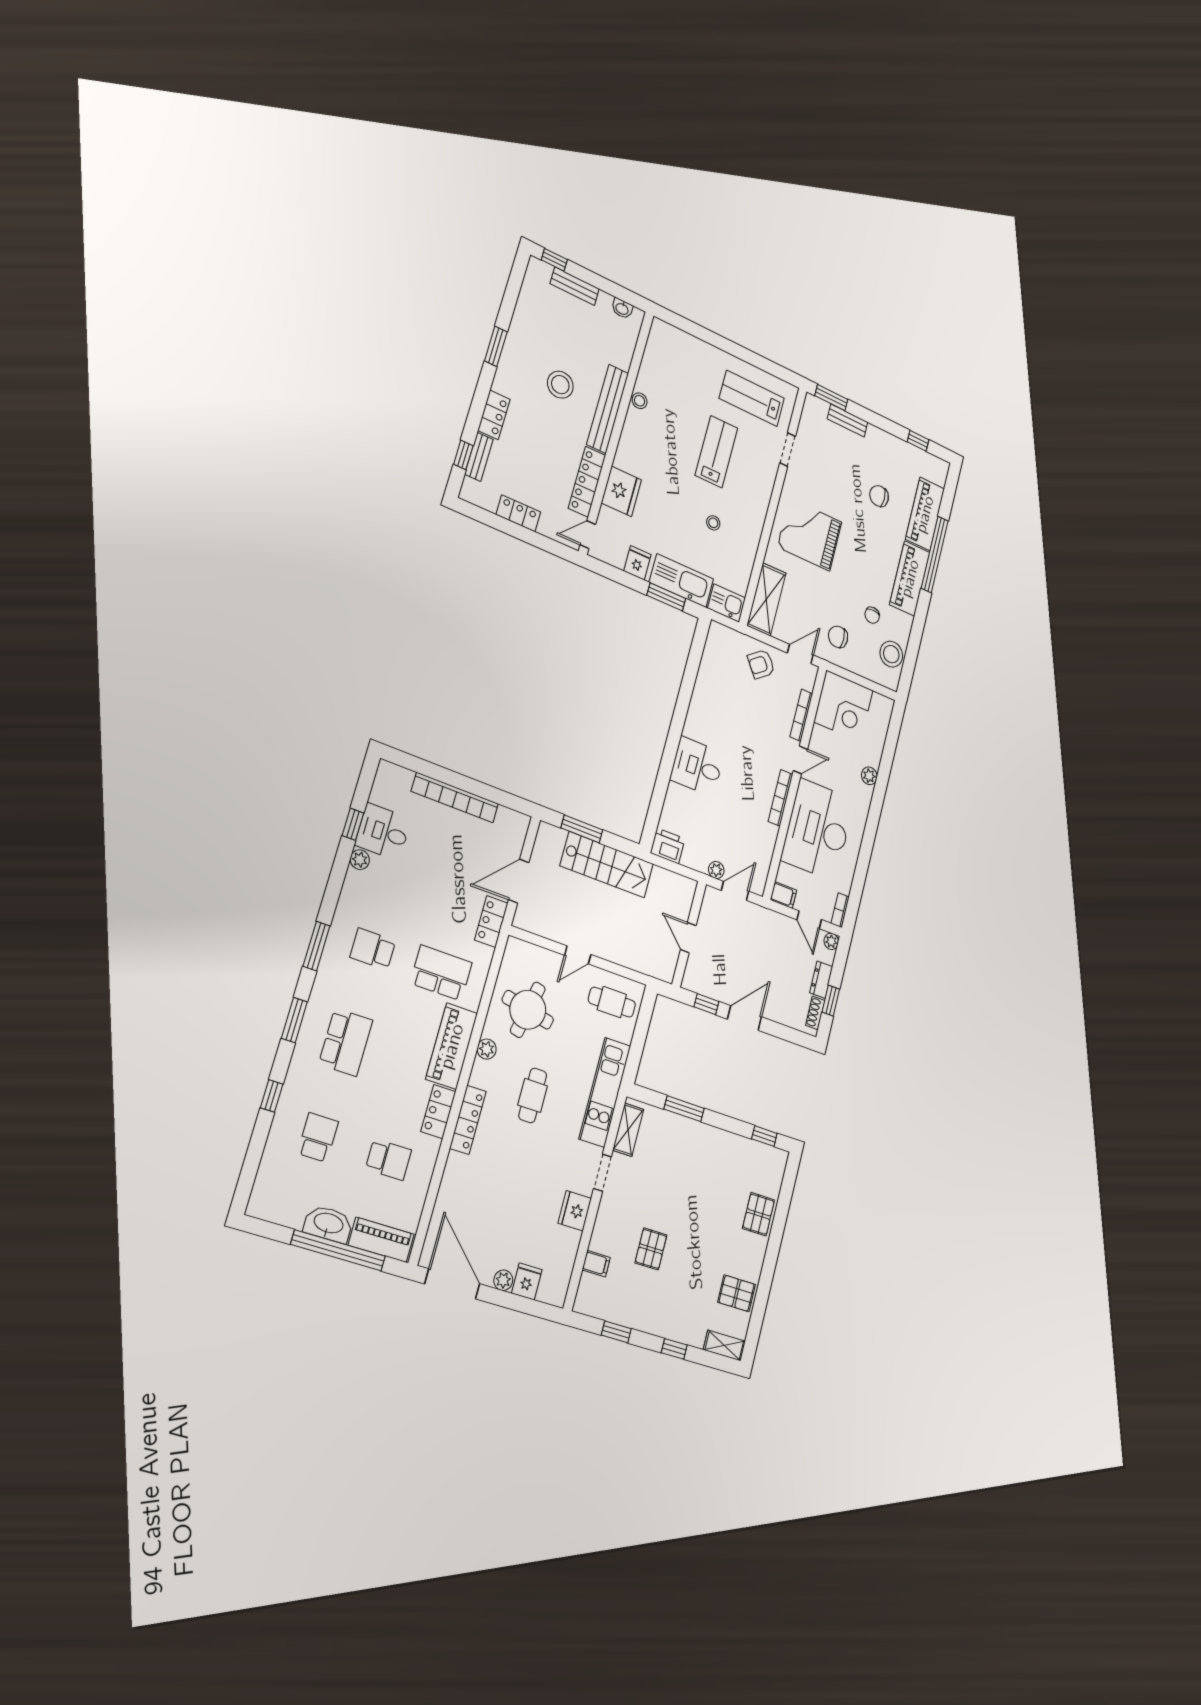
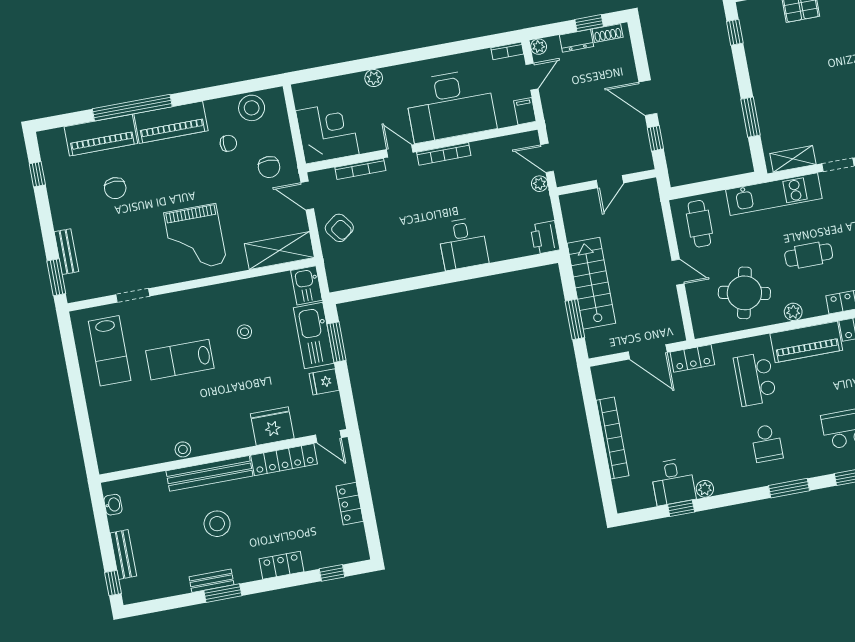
bench: (479, 457) -> (211, 581), moved

